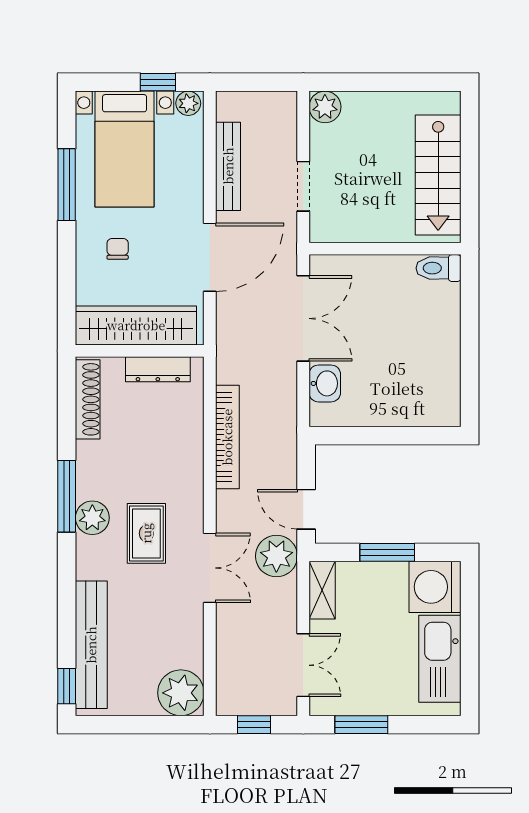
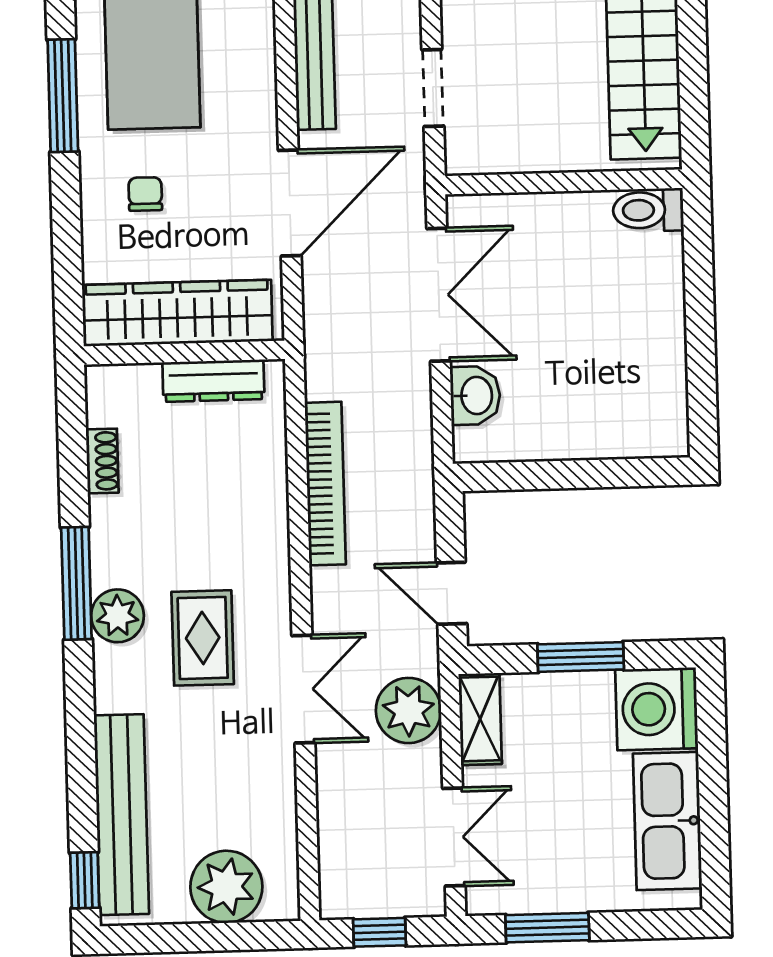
shoe rack: (88, 399) -> (102, 461), width x0.51, depth x0.81
plant: (276, 556) -> (408, 710), moved
plant: (181, 693) -> (226, 887), moved

